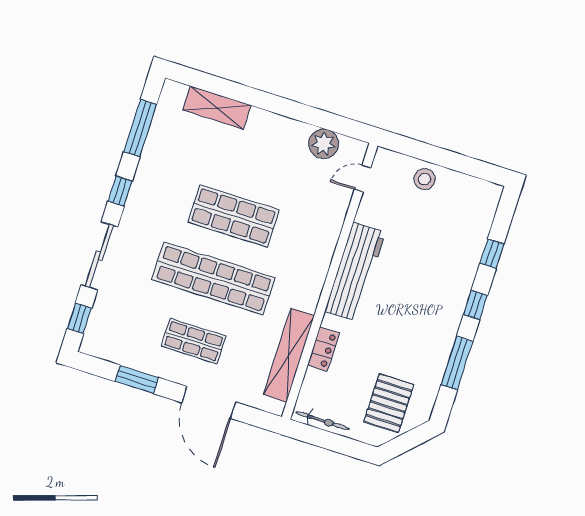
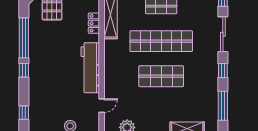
door: (363, 179) -> (102, 106), moved
window: (492, 254) -> (24, 113), moved
window: (457, 363) -> (24, 38), width x1.46

